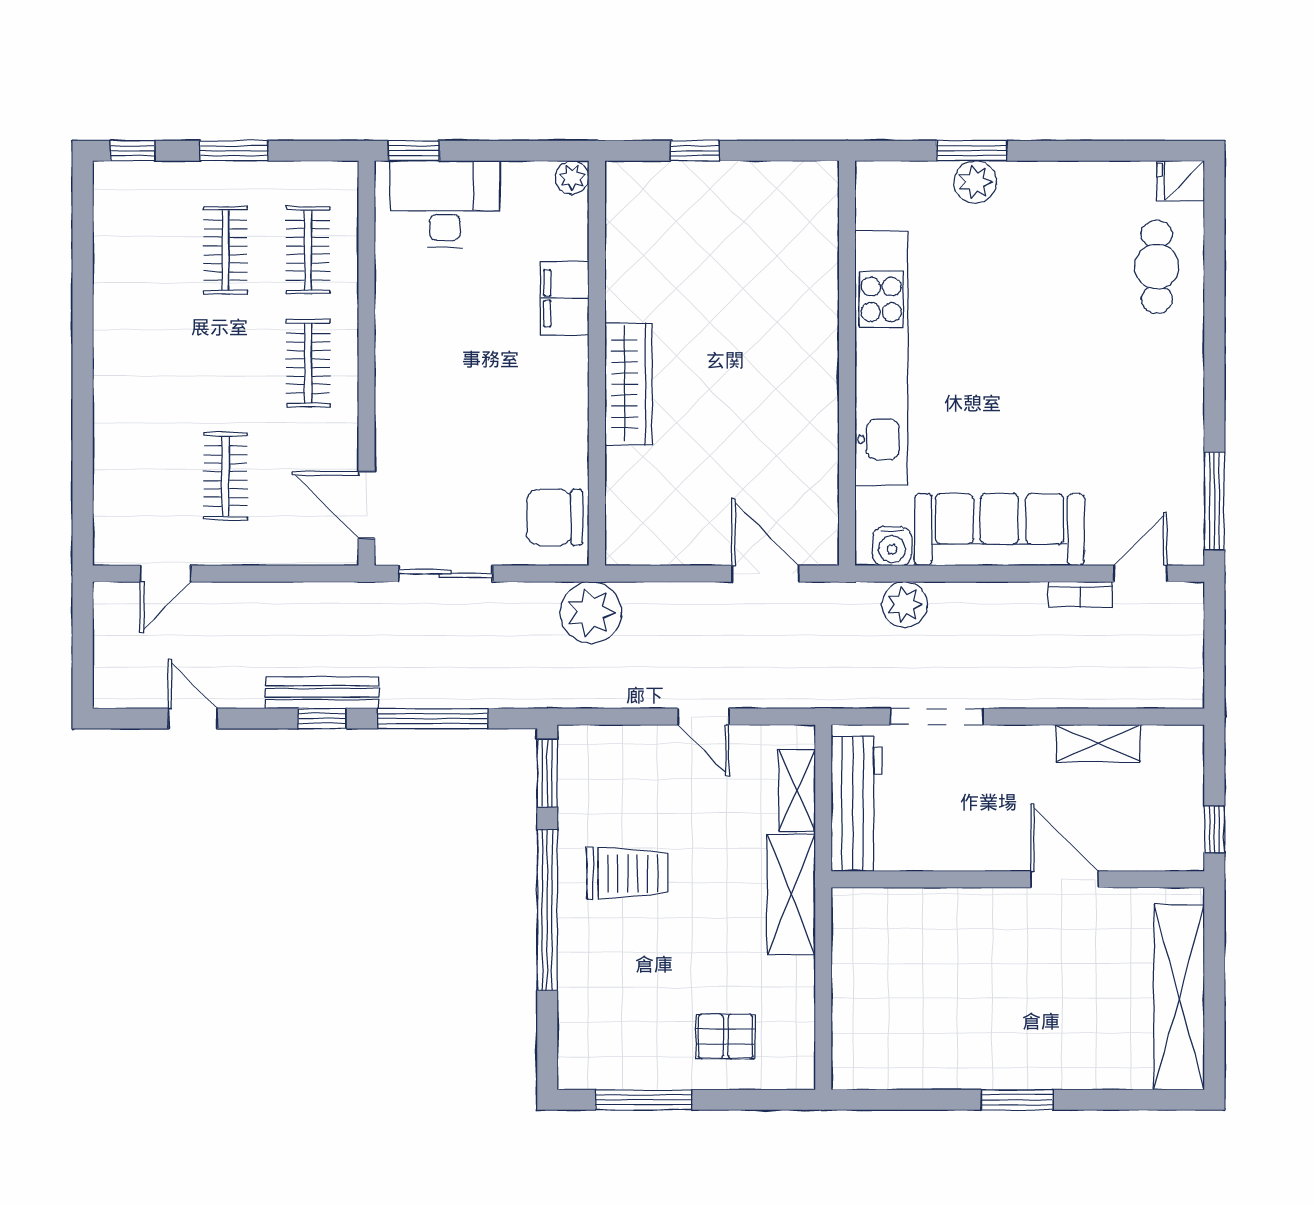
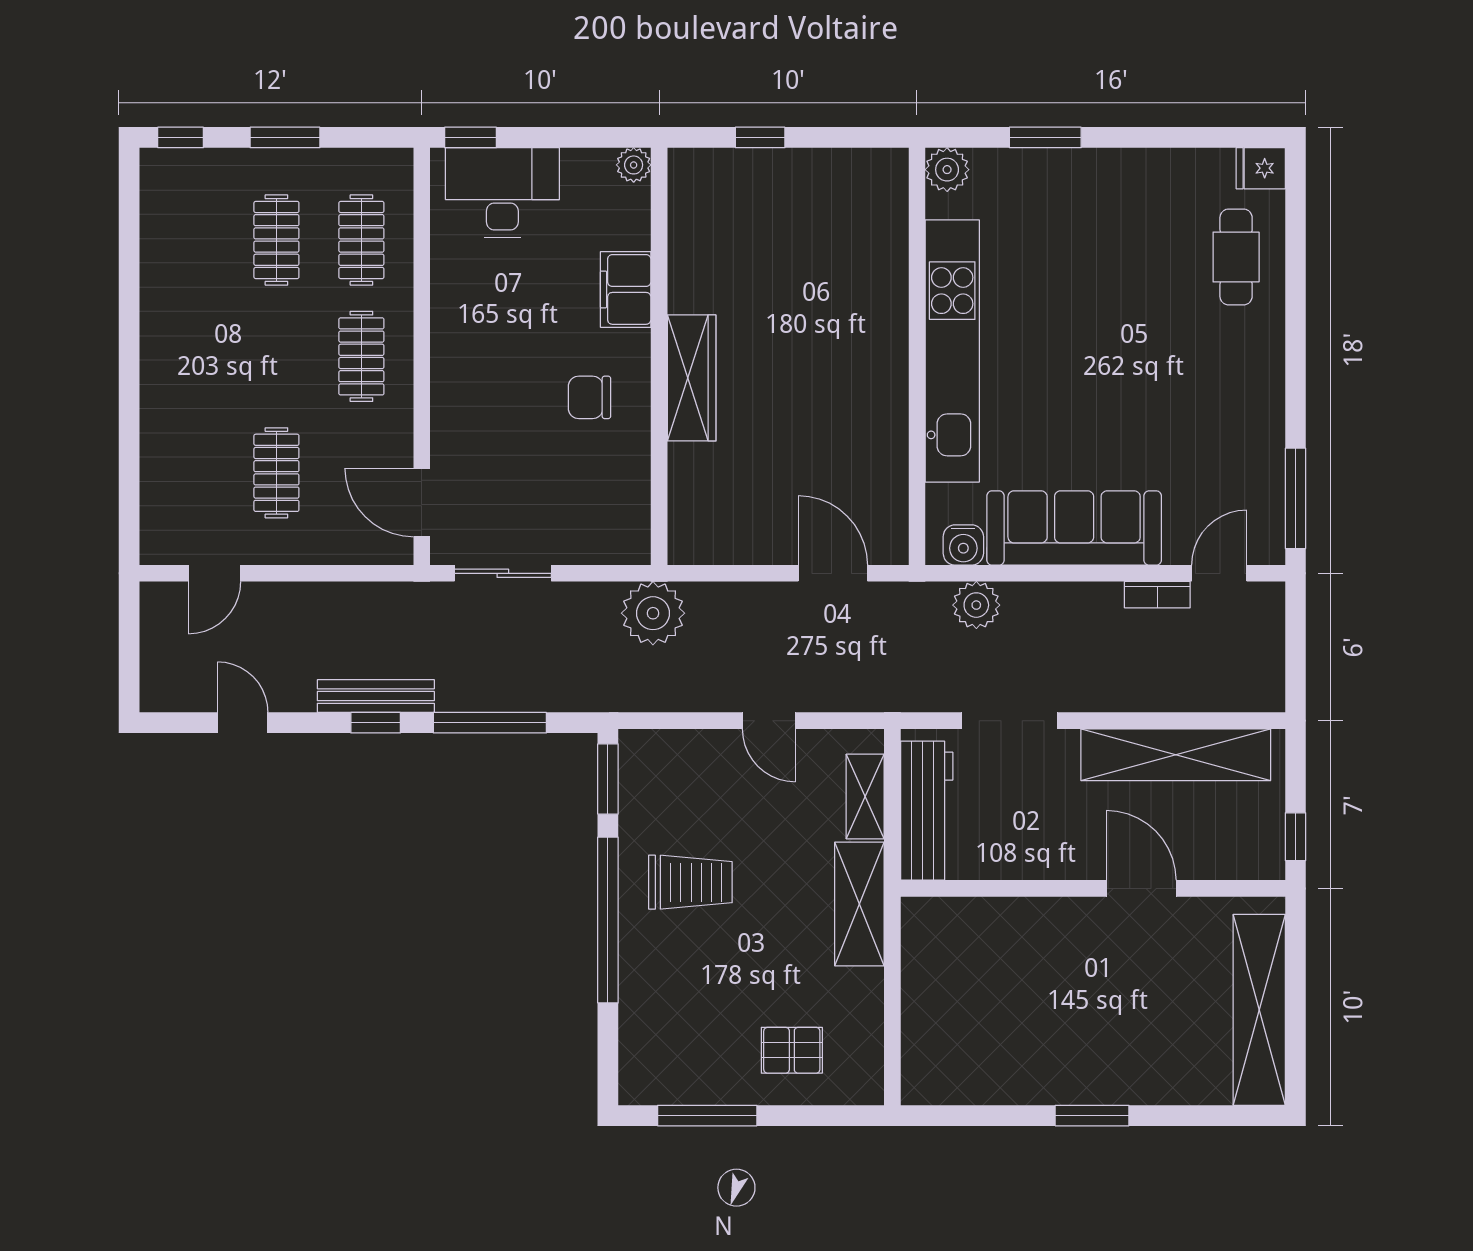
plant: (975, 182) -> (947, 170), moved
chair: (554, 517) -> (589, 397), moved, width x0.73, depth x0.73
shelving: (1098, 743) -> (1176, 755), width x2.20, depth x1.33

